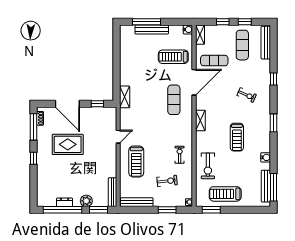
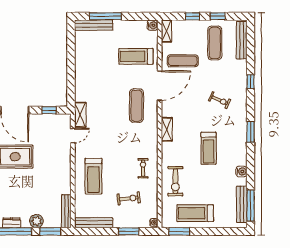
bench: (152, 29) -> (94, 25), moved
shelving: (125, 97) -> (80, 115), moved
door: (118, 137) -> (73, 136), moved

